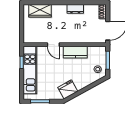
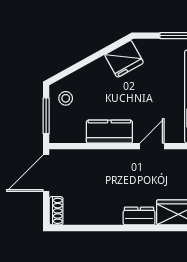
dresser: (75, 9) -> (139, 216), moved
door: (53, 45) -> (152, 146), hinge flipped

